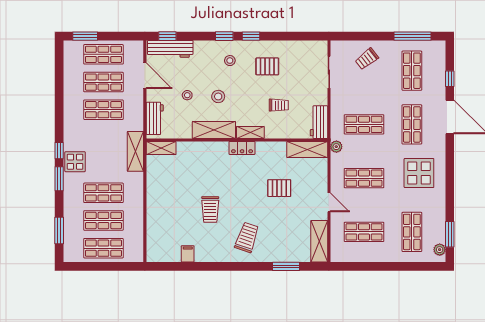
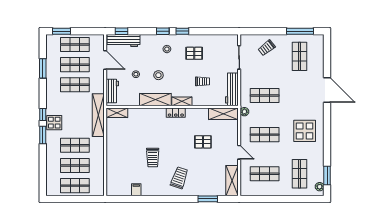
window: (450, 79) -> (327, 62), removed
workbench: (319, 122) -> (232, 89), width x1.37
shop shelf: (412, 124) -> (299, 95), removed
shelving: (135, 151) -> (98, 115), width x1.47
window: (59, 231) -> (43, 68), moved

